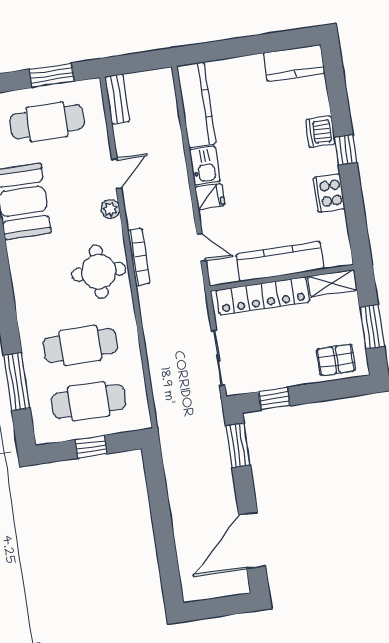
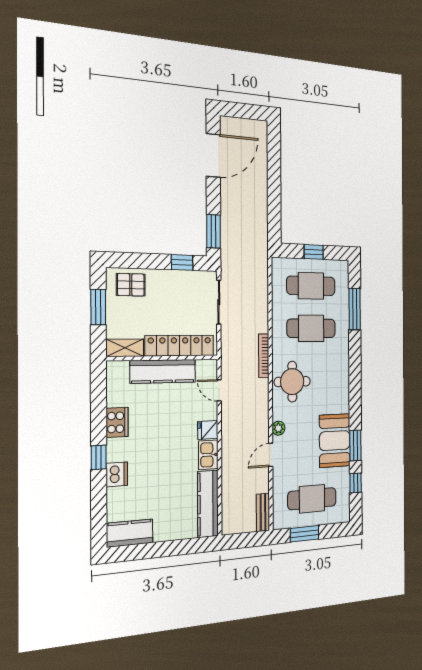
bookcase: (139, 257) -> (264, 356), moved

